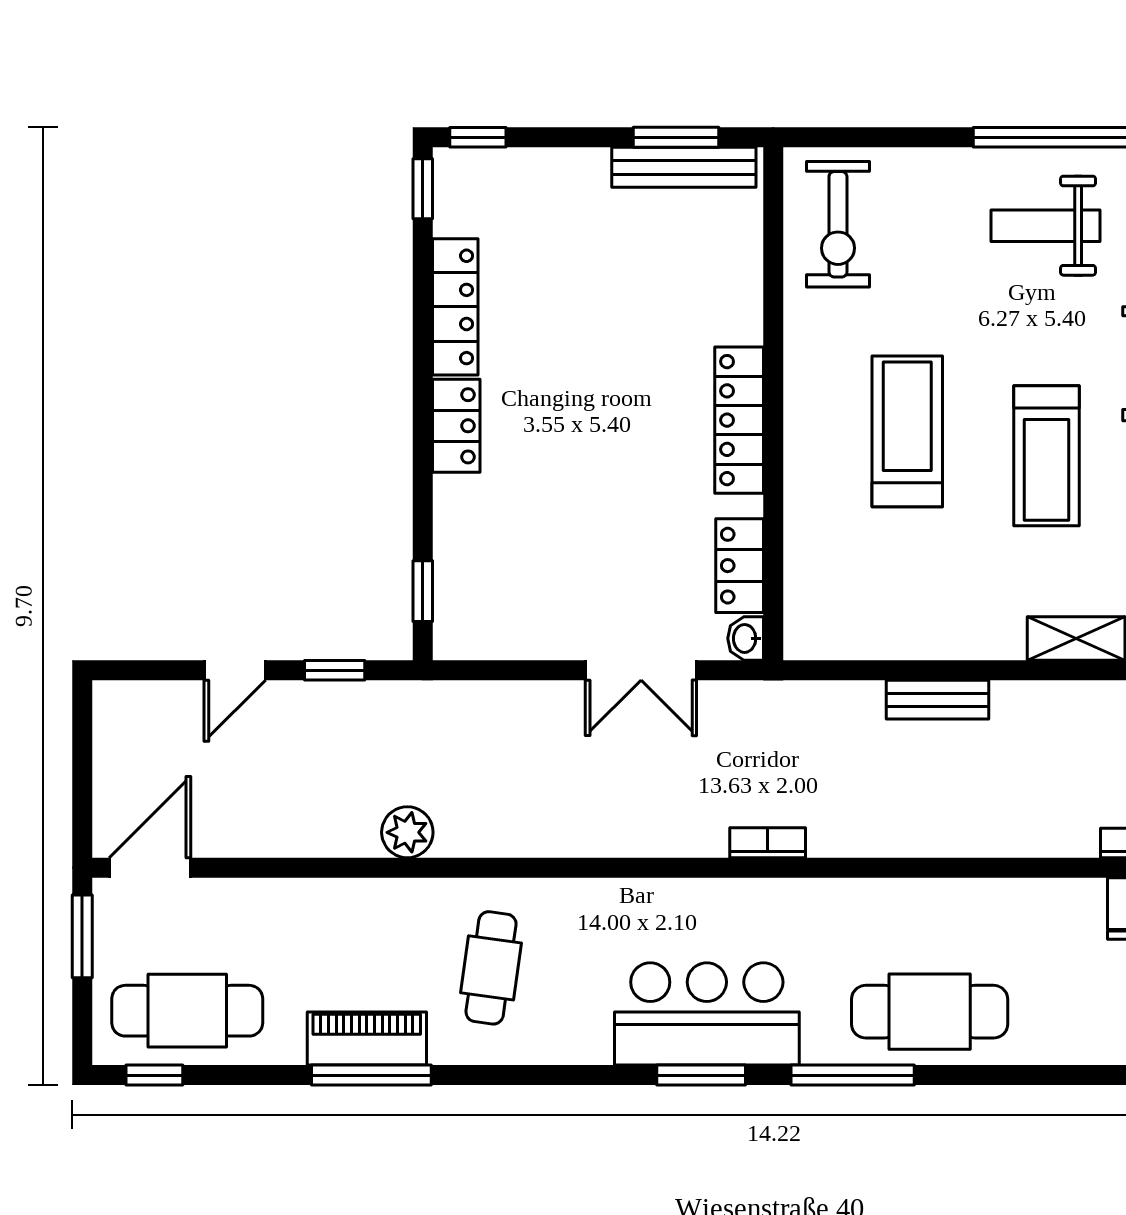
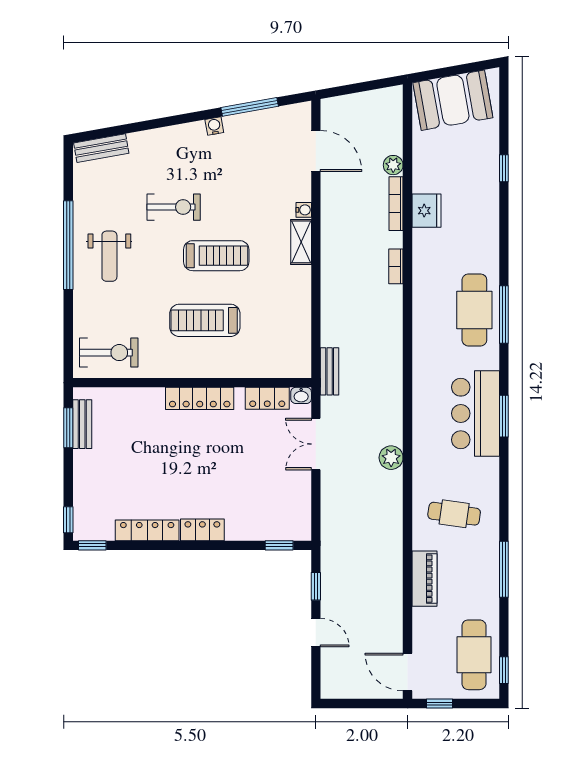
bench: (684, 167) -> (82, 424), width x0.73
double door: (641, 670) -> (316, 444), swing flipped
bench: (938, 700) -> (330, 371), moved
plant: (407, 832) -> (391, 458), moved
bookcase: (768, 843) -> (396, 266), moved
window: (82, 936) -> (439, 704), width x0.67
piano: (367, 1039) -> (425, 579), moved, turned 180
window: (853, 1075) -> (504, 314), moved

